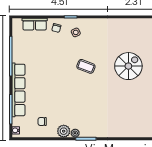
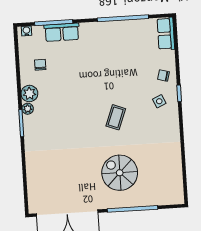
row of seats: (35, 24) -> (166, 34), moved
spiral stairs: (128, 66) -> (120, 173), turned 180
row of seats: (18, 90) -> (62, 32), width x0.50

